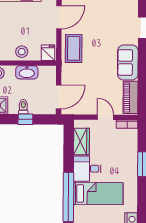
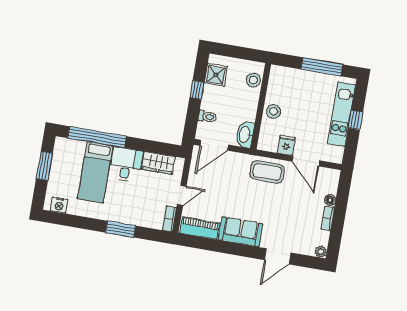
fridge: (48, 53) -> (286, 145), moved, turned -90
washbasin: (27, 72) -> (245, 134), moved
door: (59, 97) -> (214, 145), hinge flipped
toilet: (23, 107) -> (207, 117), moved
window: (25, 119) -> (197, 90), moved

